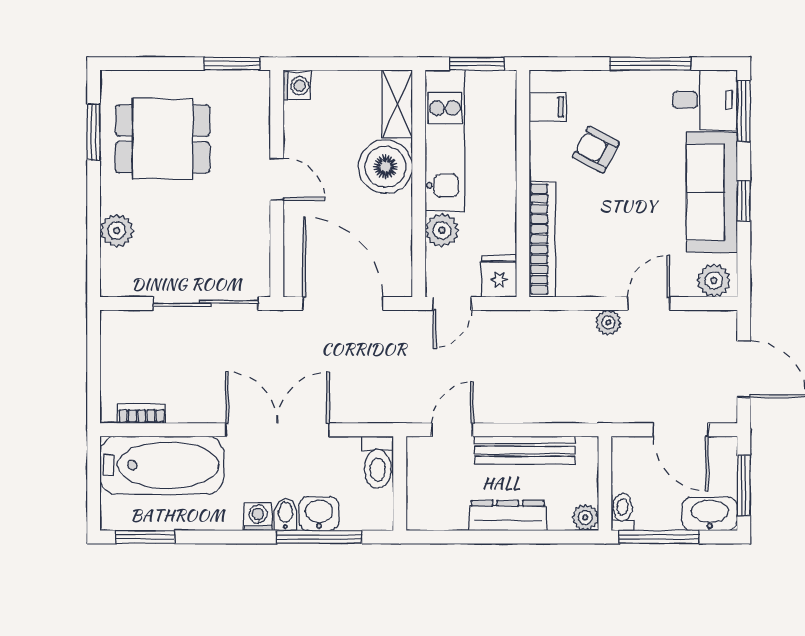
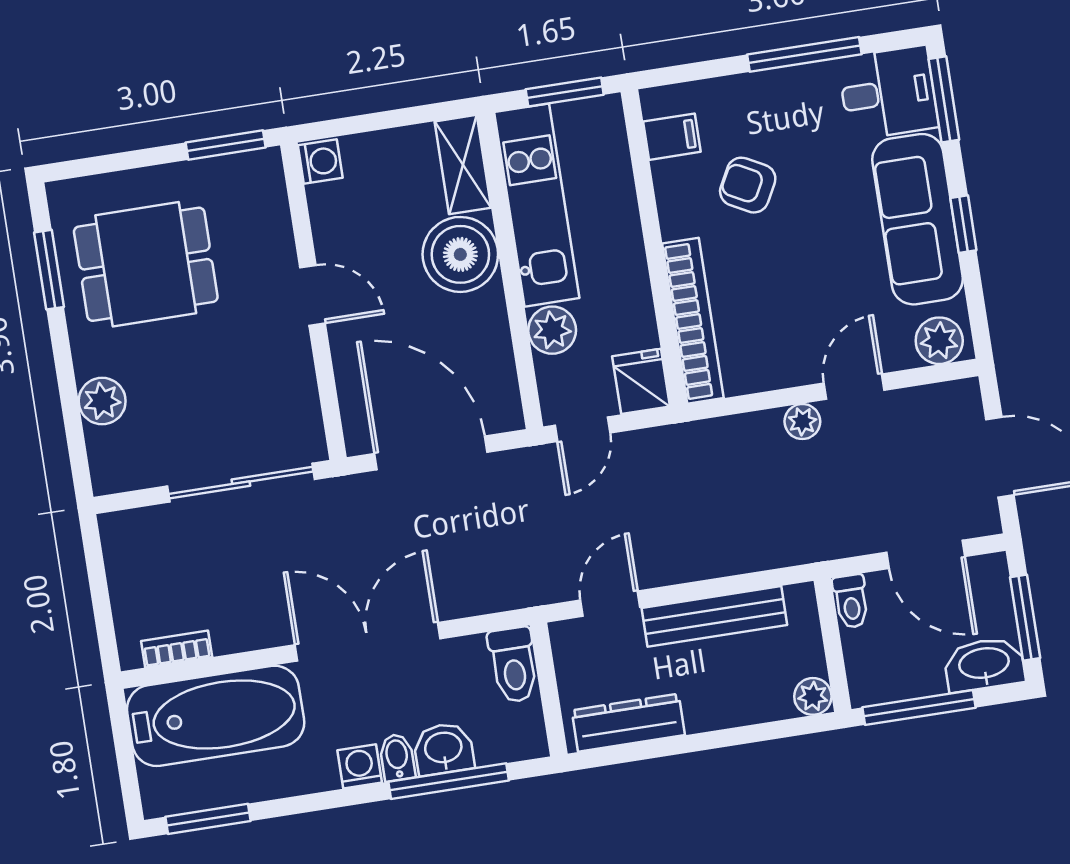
toilet: (623, 512) -> (851, 601), moved, turned 180
dresser: (508, 516) -> (628, 723), moved

